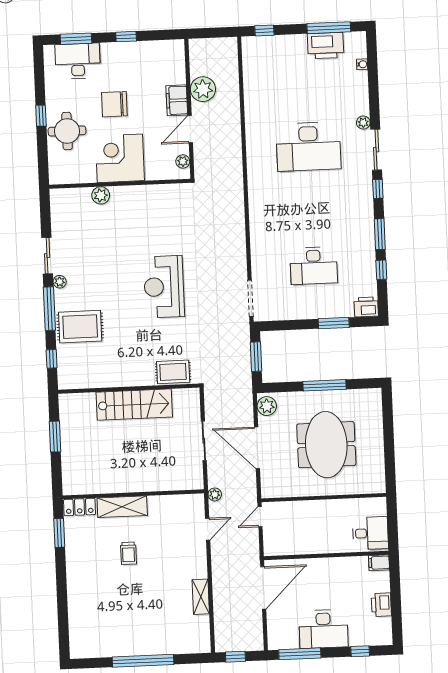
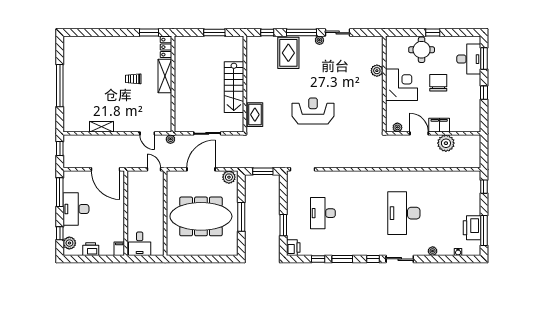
plant: (363, 123) -> (433, 251), moved
meeting table: (326, 445) -> (201, 216), width x1.36
plant: (374, 636) -> (69, 243), added

